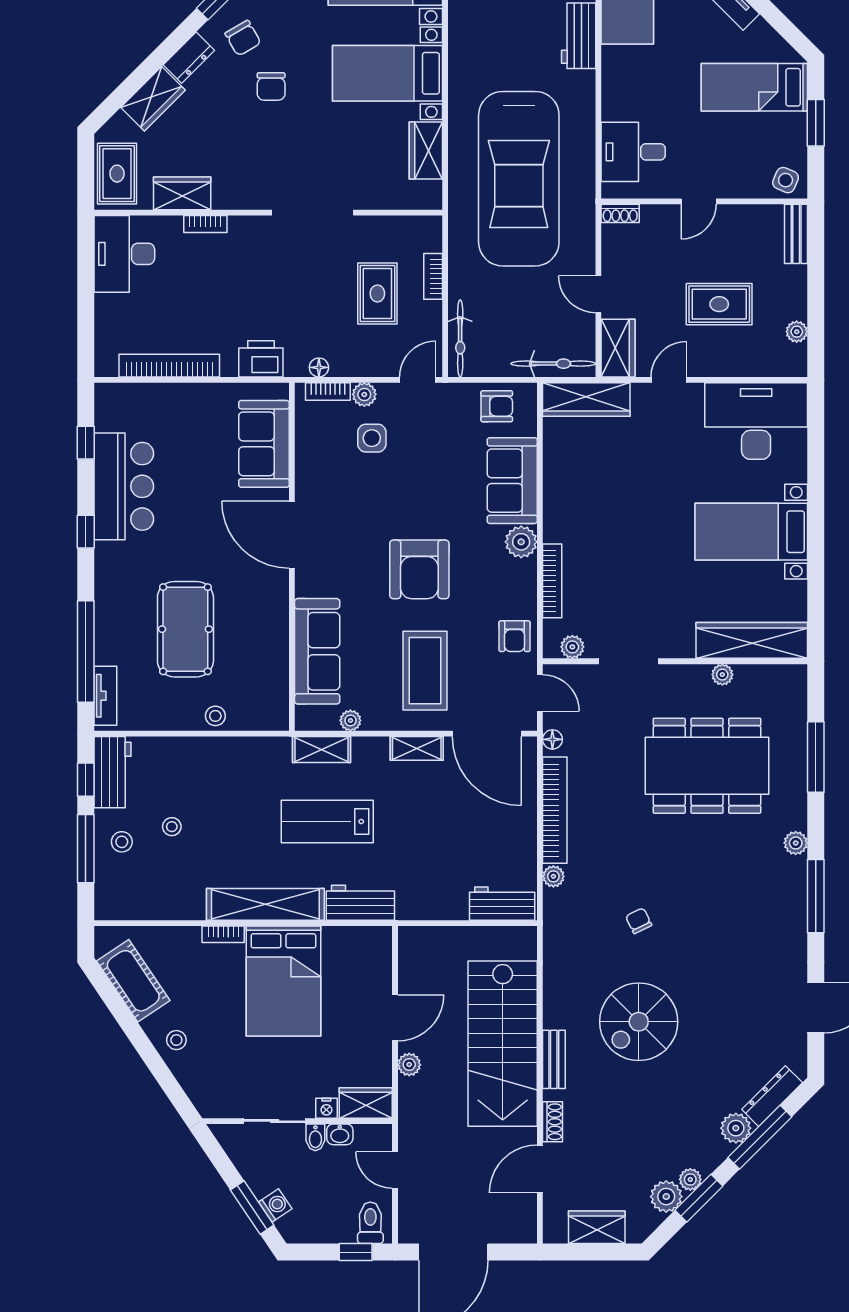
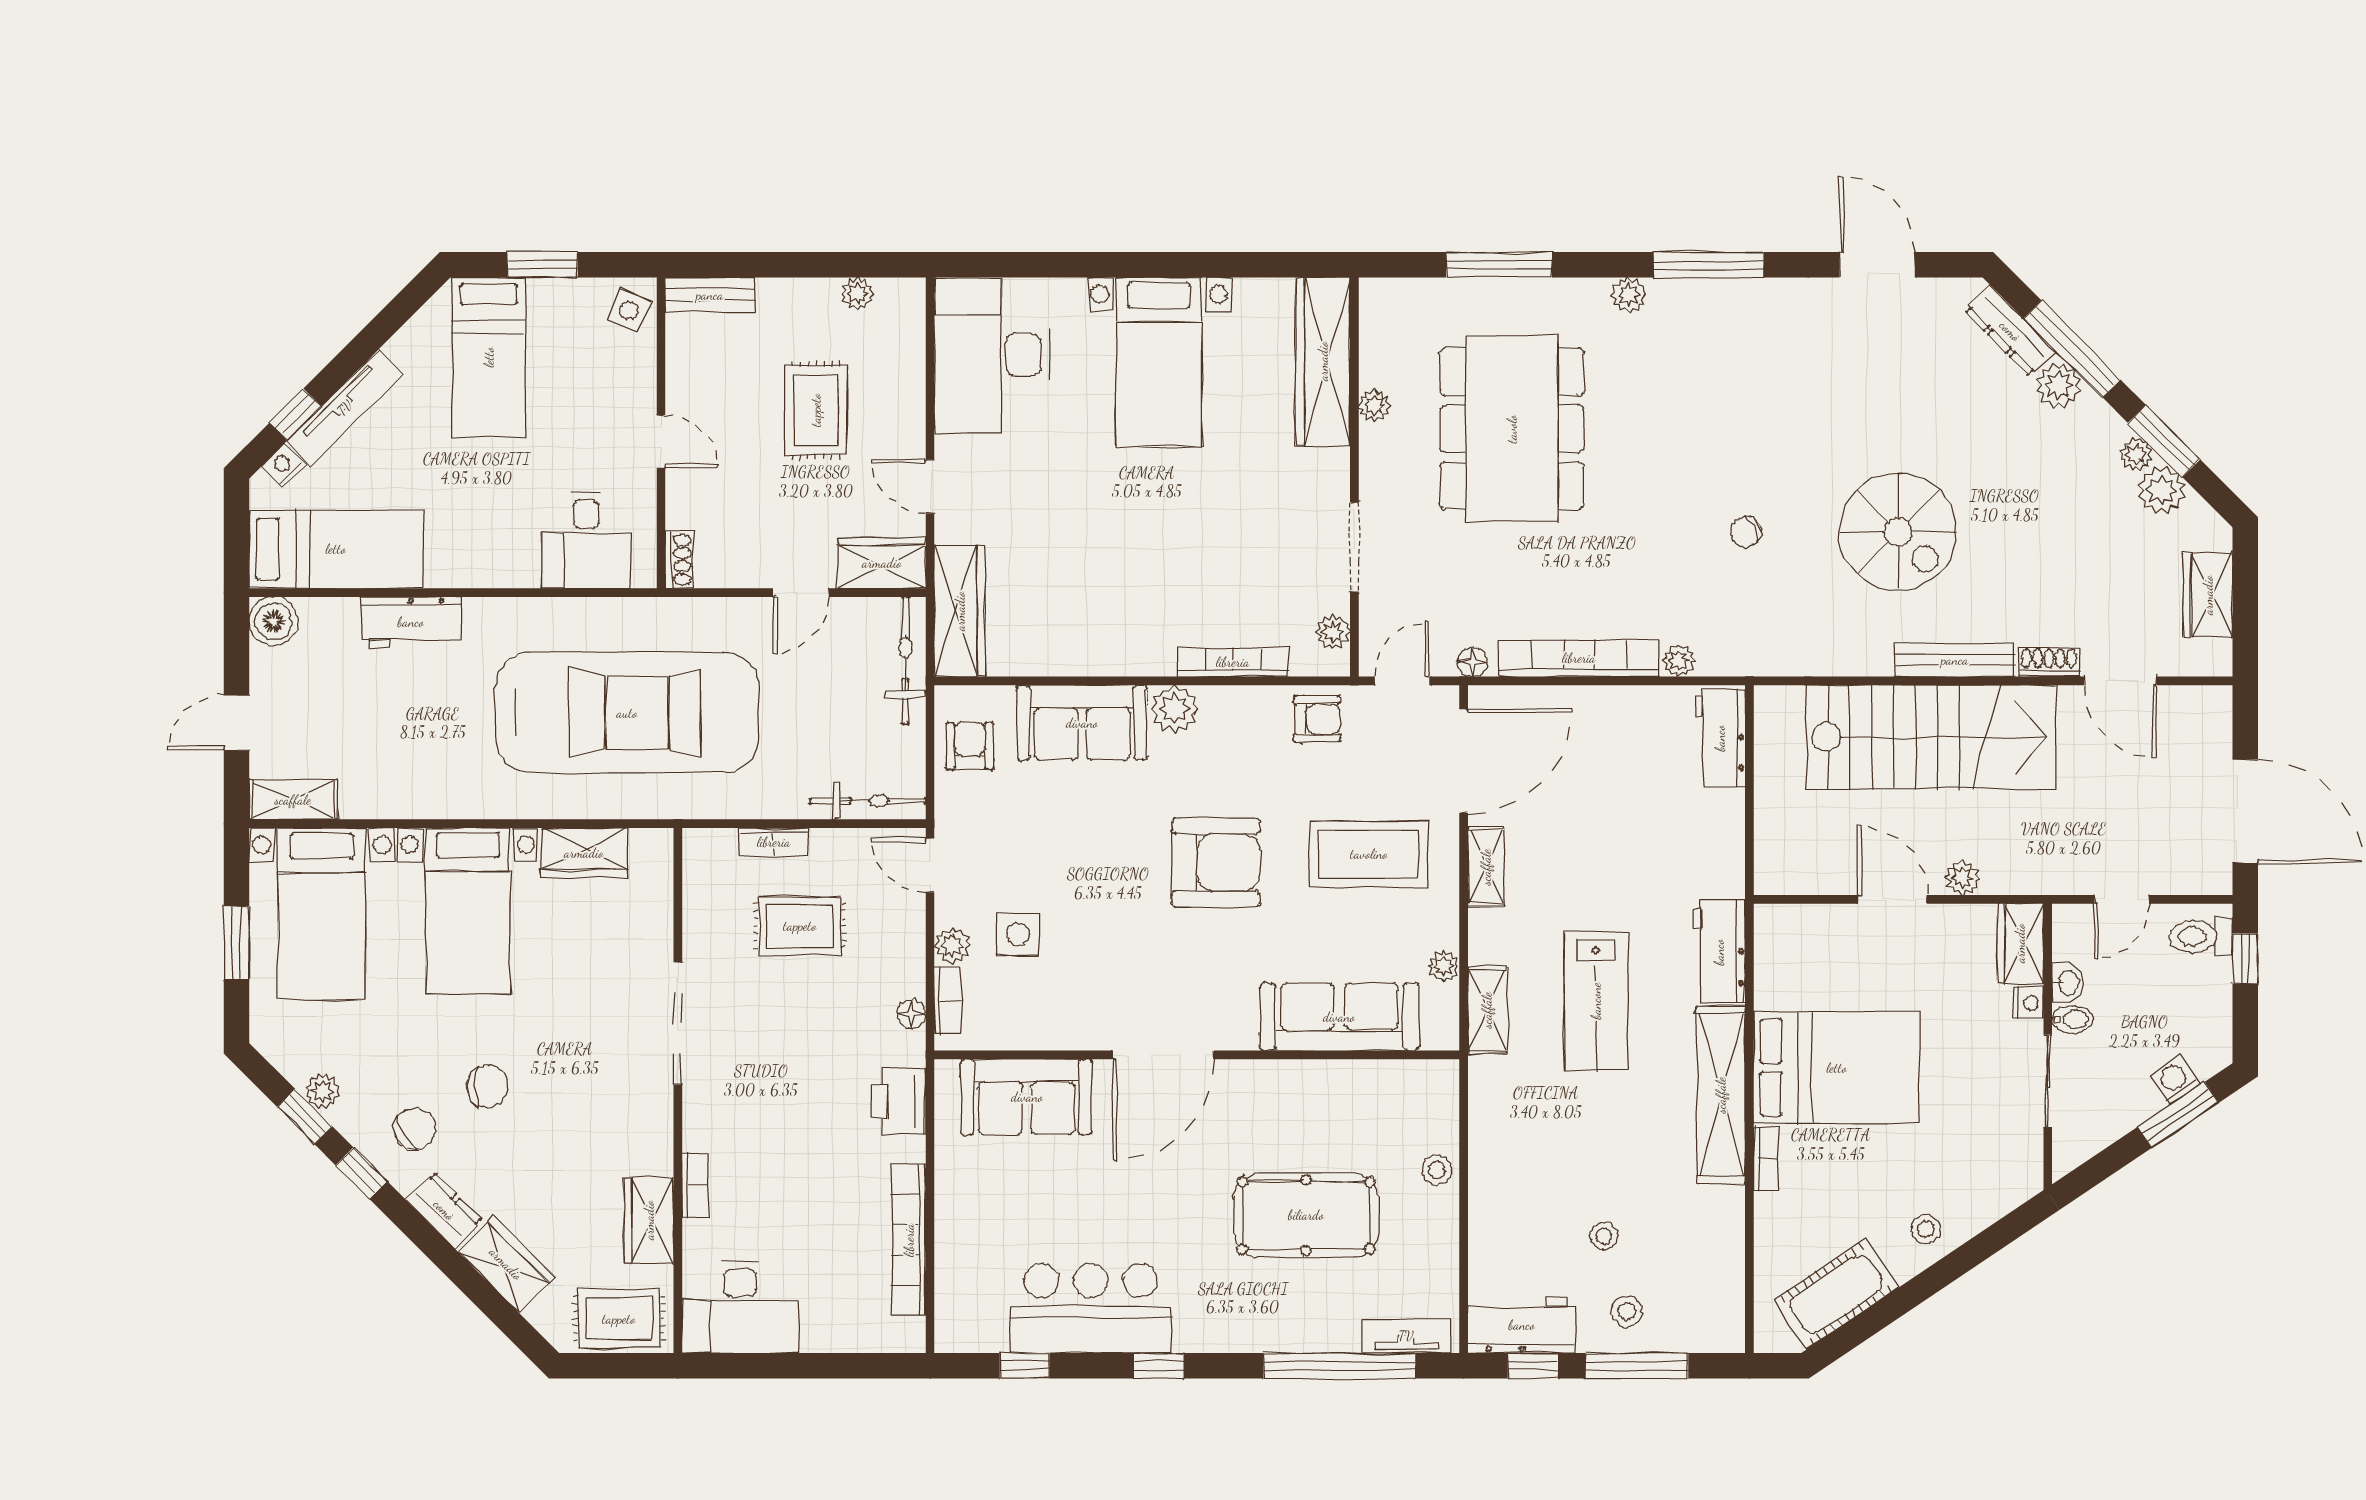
bench: (554, 1059) -> (1955, 660), width x1.36

